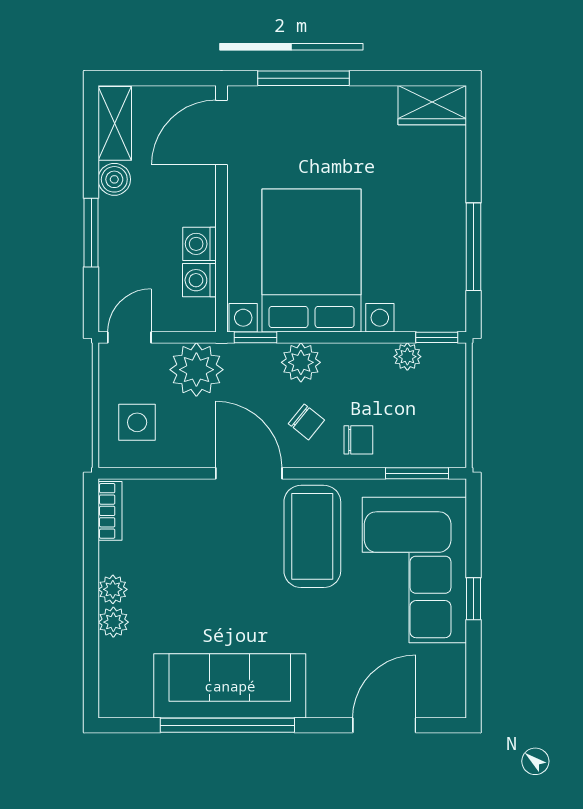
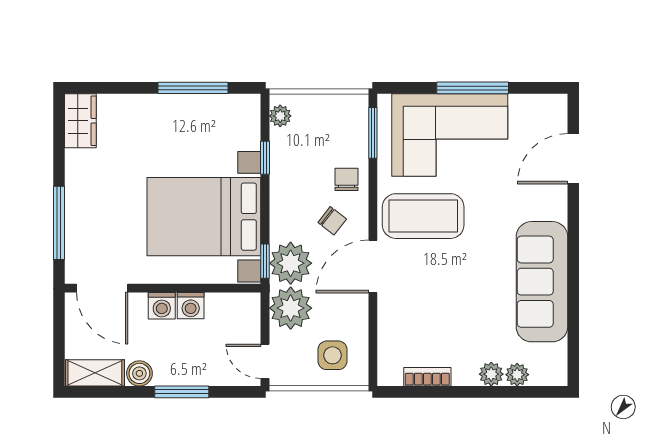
washing machine: (199, 280) -> (162, 306), moved
window: (437, 337) -> (265, 158), moved
plant: (407, 357) -> (280, 116), moved
plant: (301, 362) -> (291, 263), moved, width x1.36, depth x1.36
chair: (306, 422) -> (332, 221), turned 89
bookcase: (110, 511) -> (427, 377), moved
plant: (113, 589) -> (517, 375), moved
window: (474, 599) -> (473, 88), width x2.17
window: (227, 725) -> (573, 284), removed
door: (384, 725) -> (573, 159), hinge flipped

